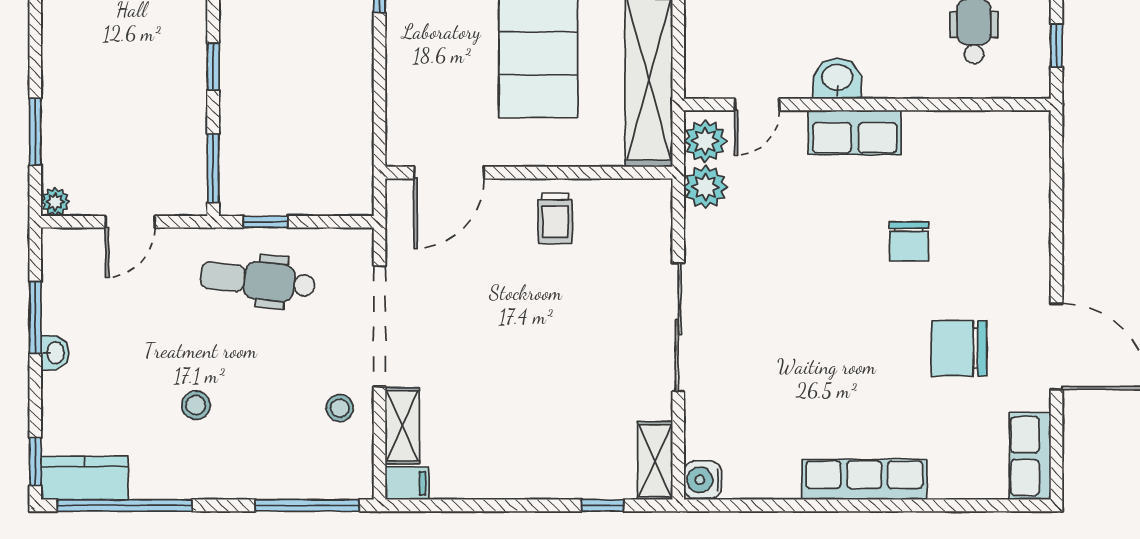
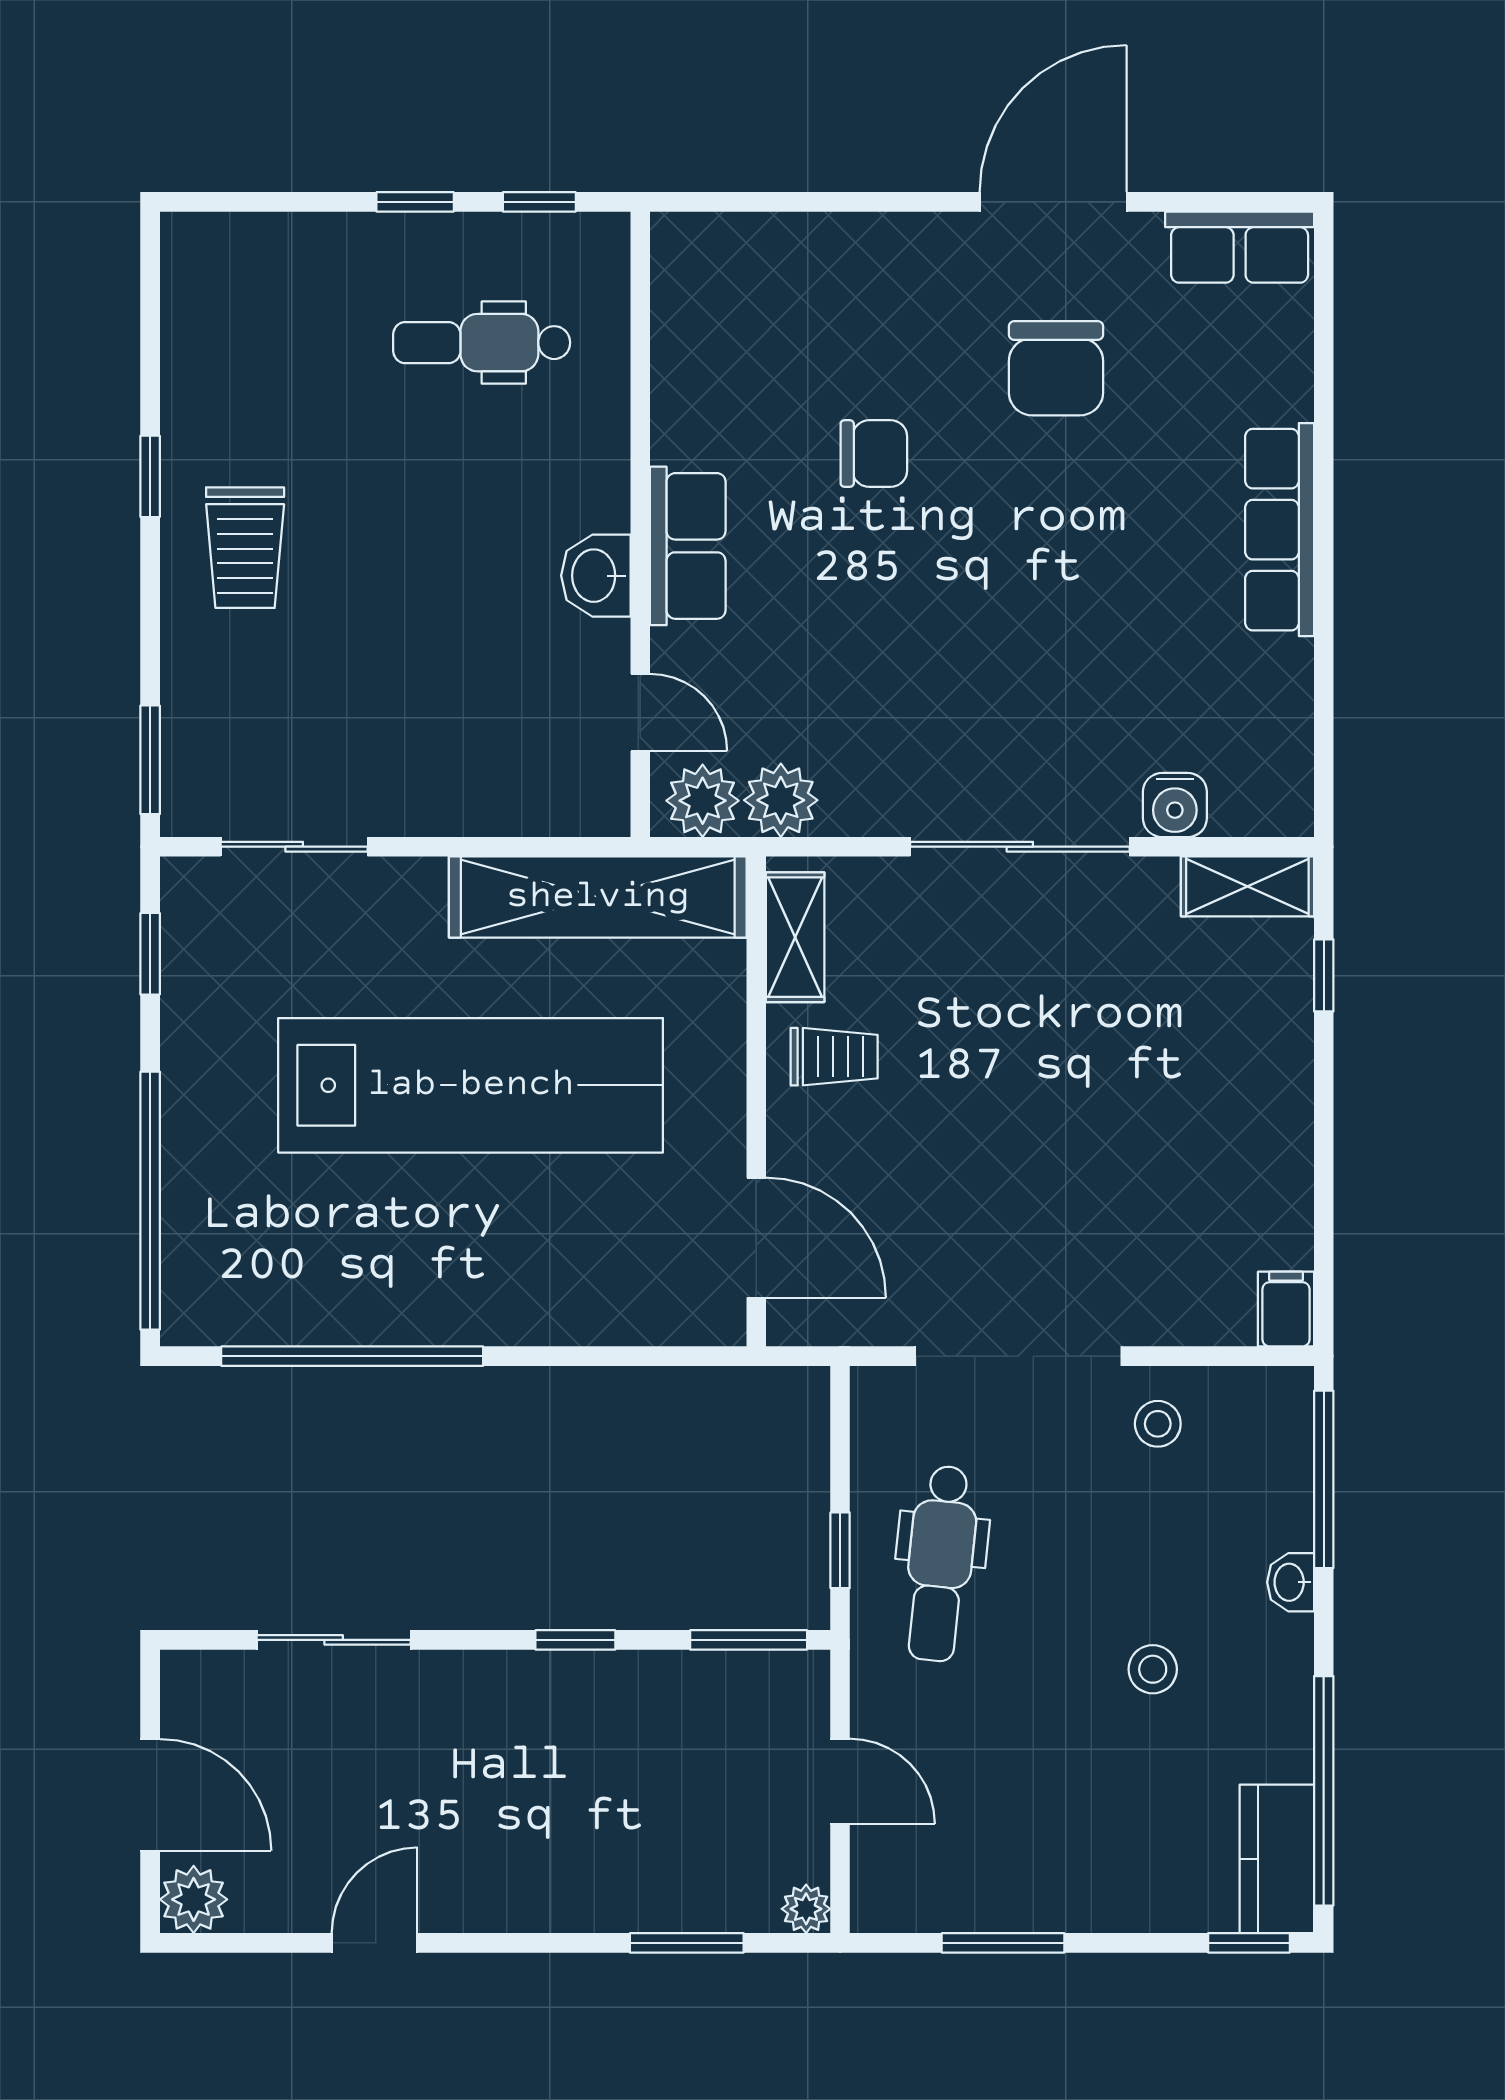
washbasin: (55, 353) -> (1291, 1582), moved, turned -90
shelving: (402, 426) -> (795, 937), moved, turned 90
water cooler: (703, 480) -> (1175, 805), moved

